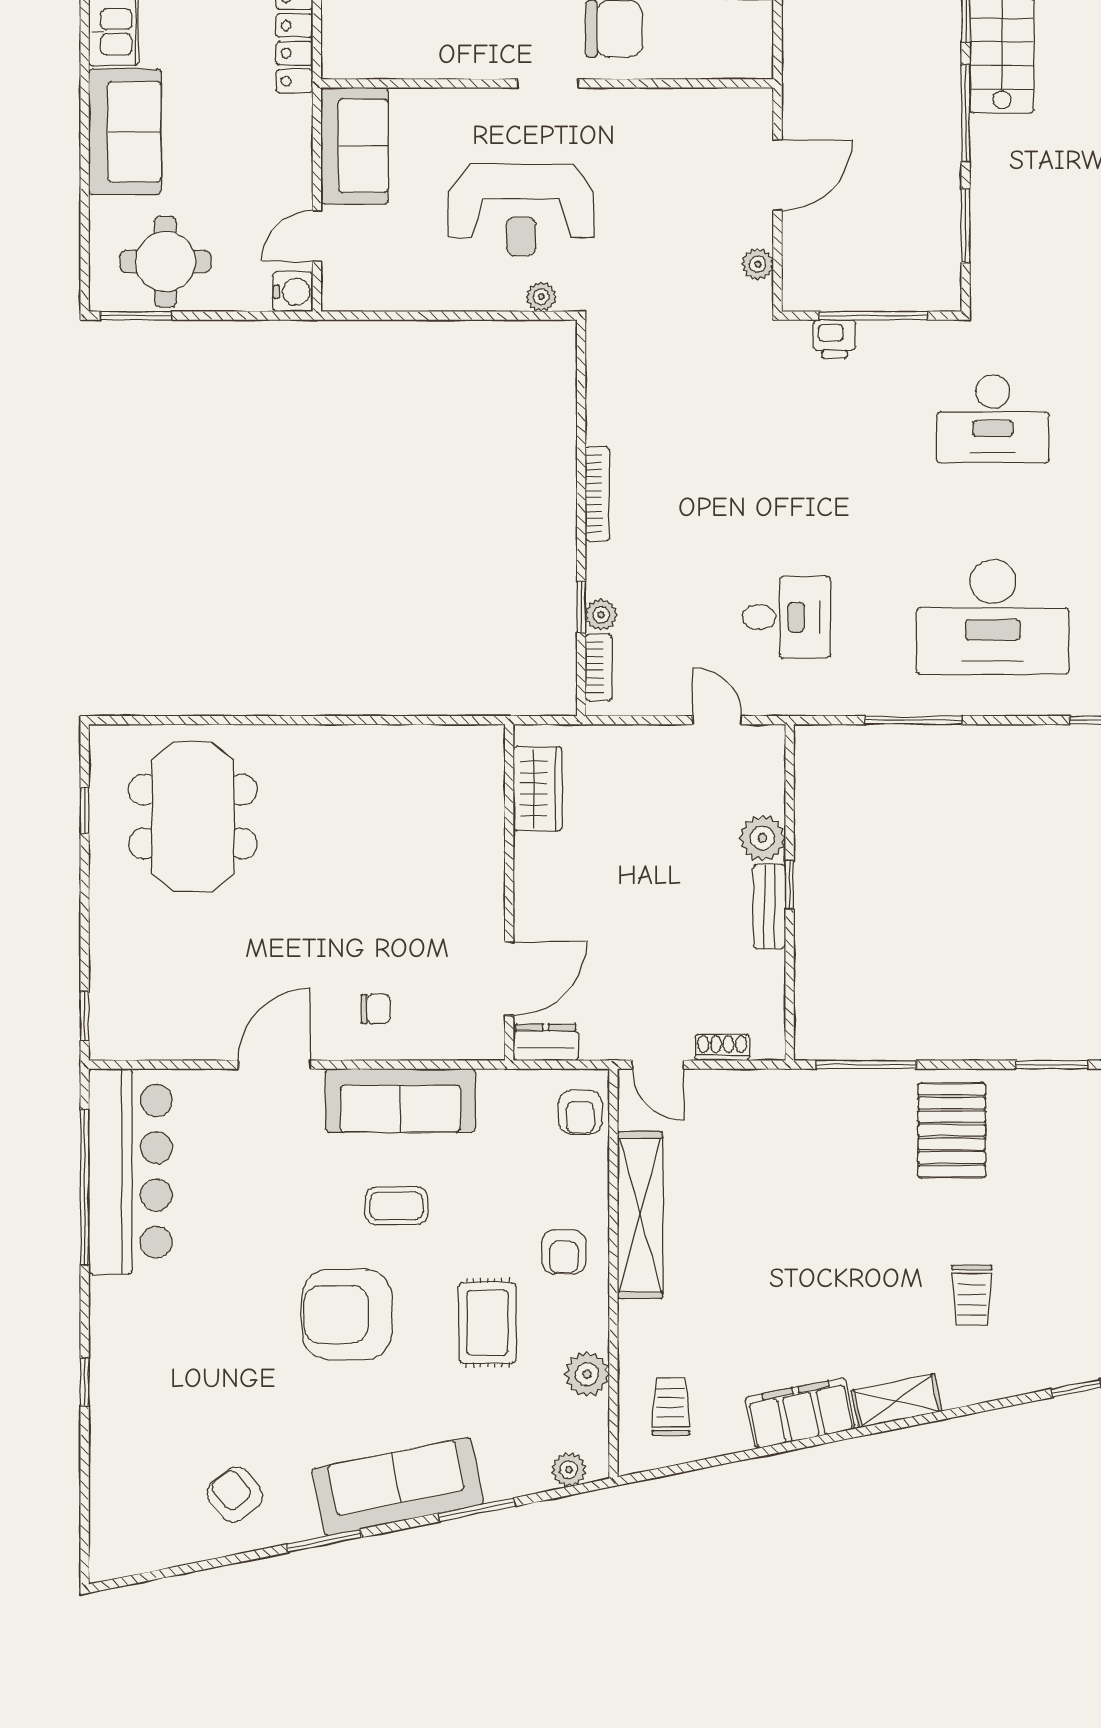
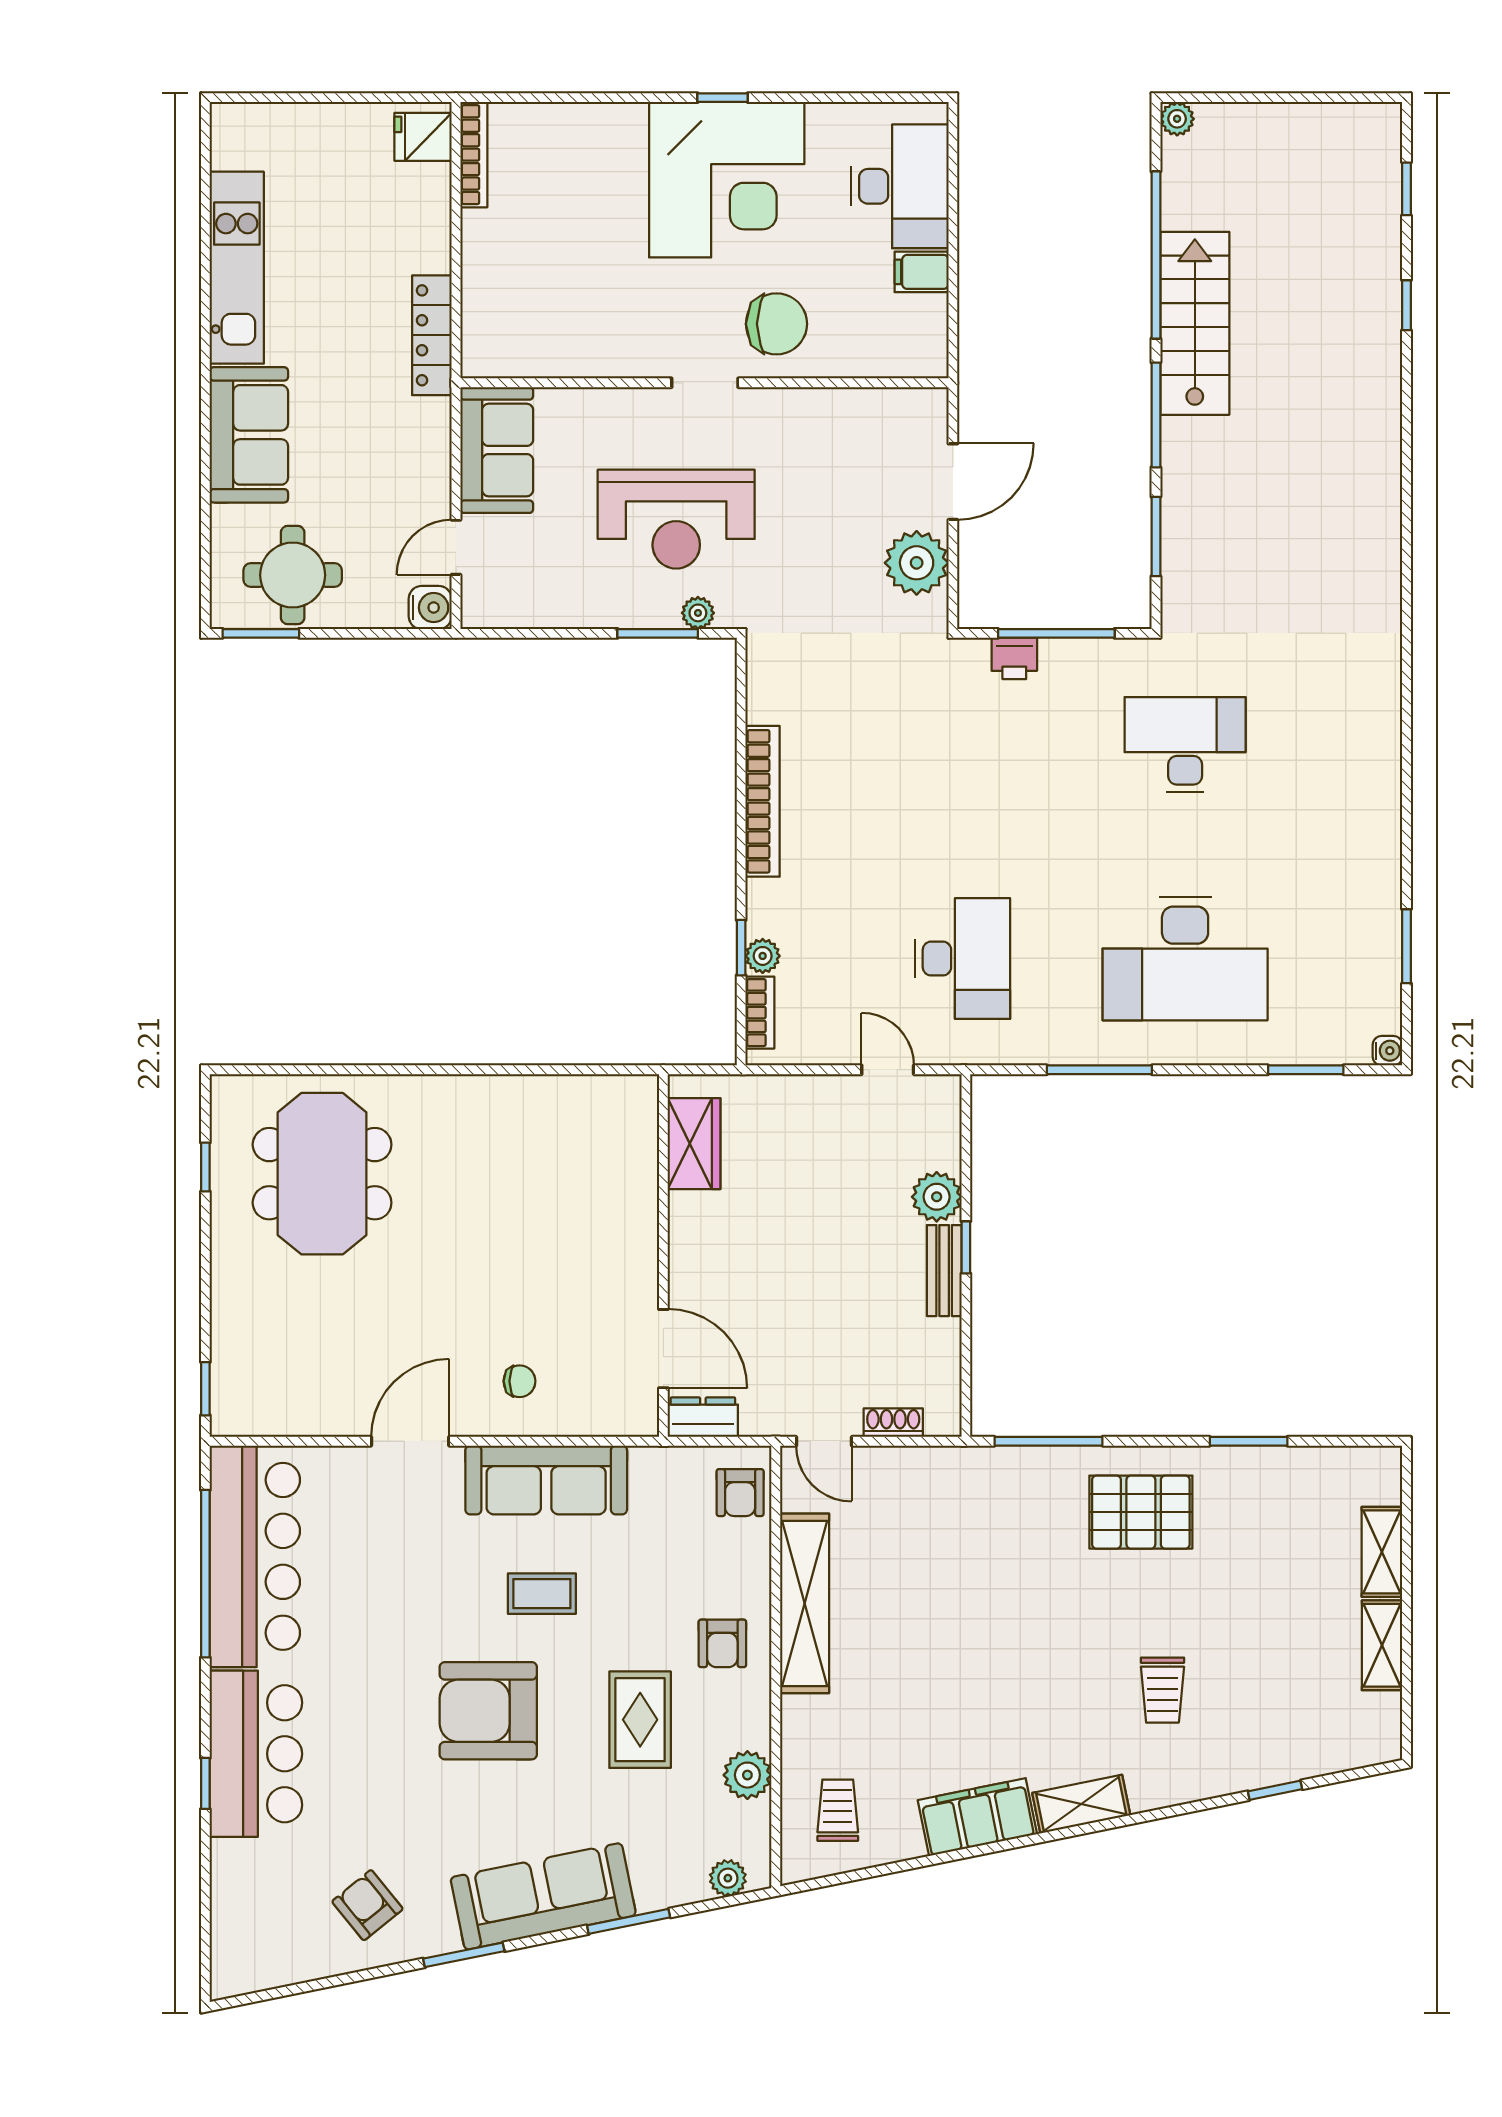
plant: (758, 264) -> (917, 563), width x1.88, depth x1.88
window: (504, 316) -> (658, 633), added
desk: (993, 419) -> (1185, 745), turned 180
bookcase: (597, 494) -> (763, 801), width x1.48, depth x1.31
desk: (787, 617) -> (963, 959), width x1.37
door: (509, 979) -> (663, 1349), hinge flipped
pallet: (952, 1130) -> (1141, 1512), turned 90
bar counter: (131, 1354) -> (256, 1754), added

